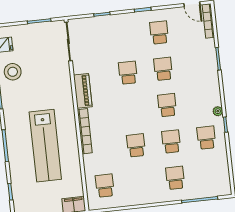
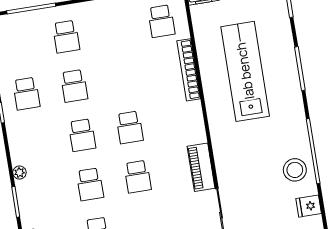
piano: (83, 91) -> (201, 167), moved
plant: (218, 111) -> (19, 173), moved
bookcase: (85, 131) -> (189, 70), moved
school desk: (136, 145) -> (130, 127), moved

